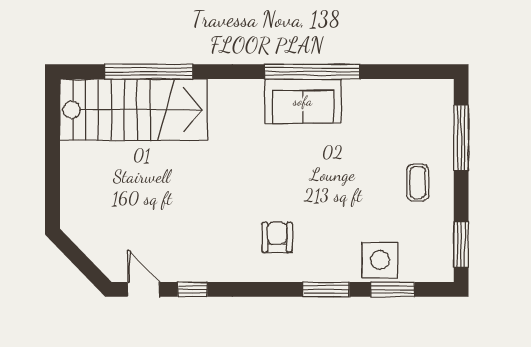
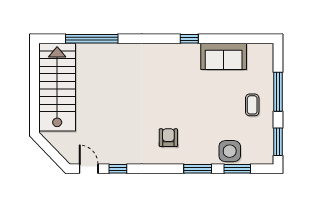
window: (312, 72) -> (189, 39), width x0.32
sofa: (303, 101) -> (224, 56), moved
stairs: (134, 110) -> (57, 87), moved, turned -90
window: (461, 138) -> (278, 92), moved

